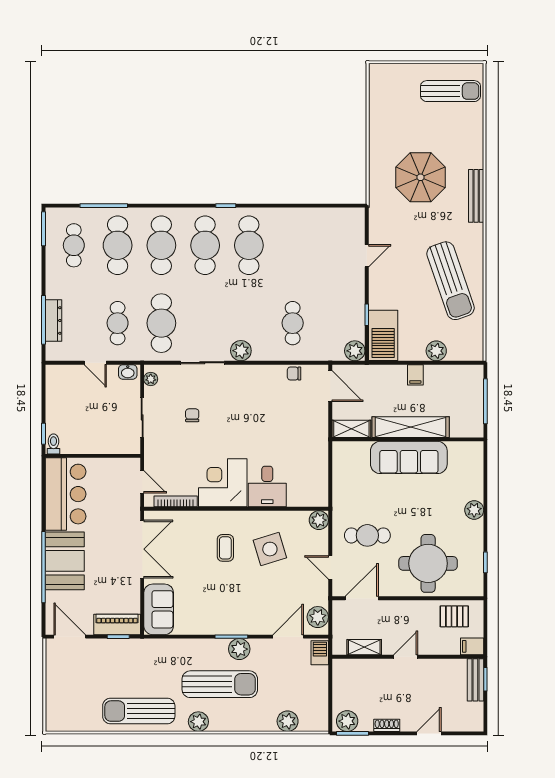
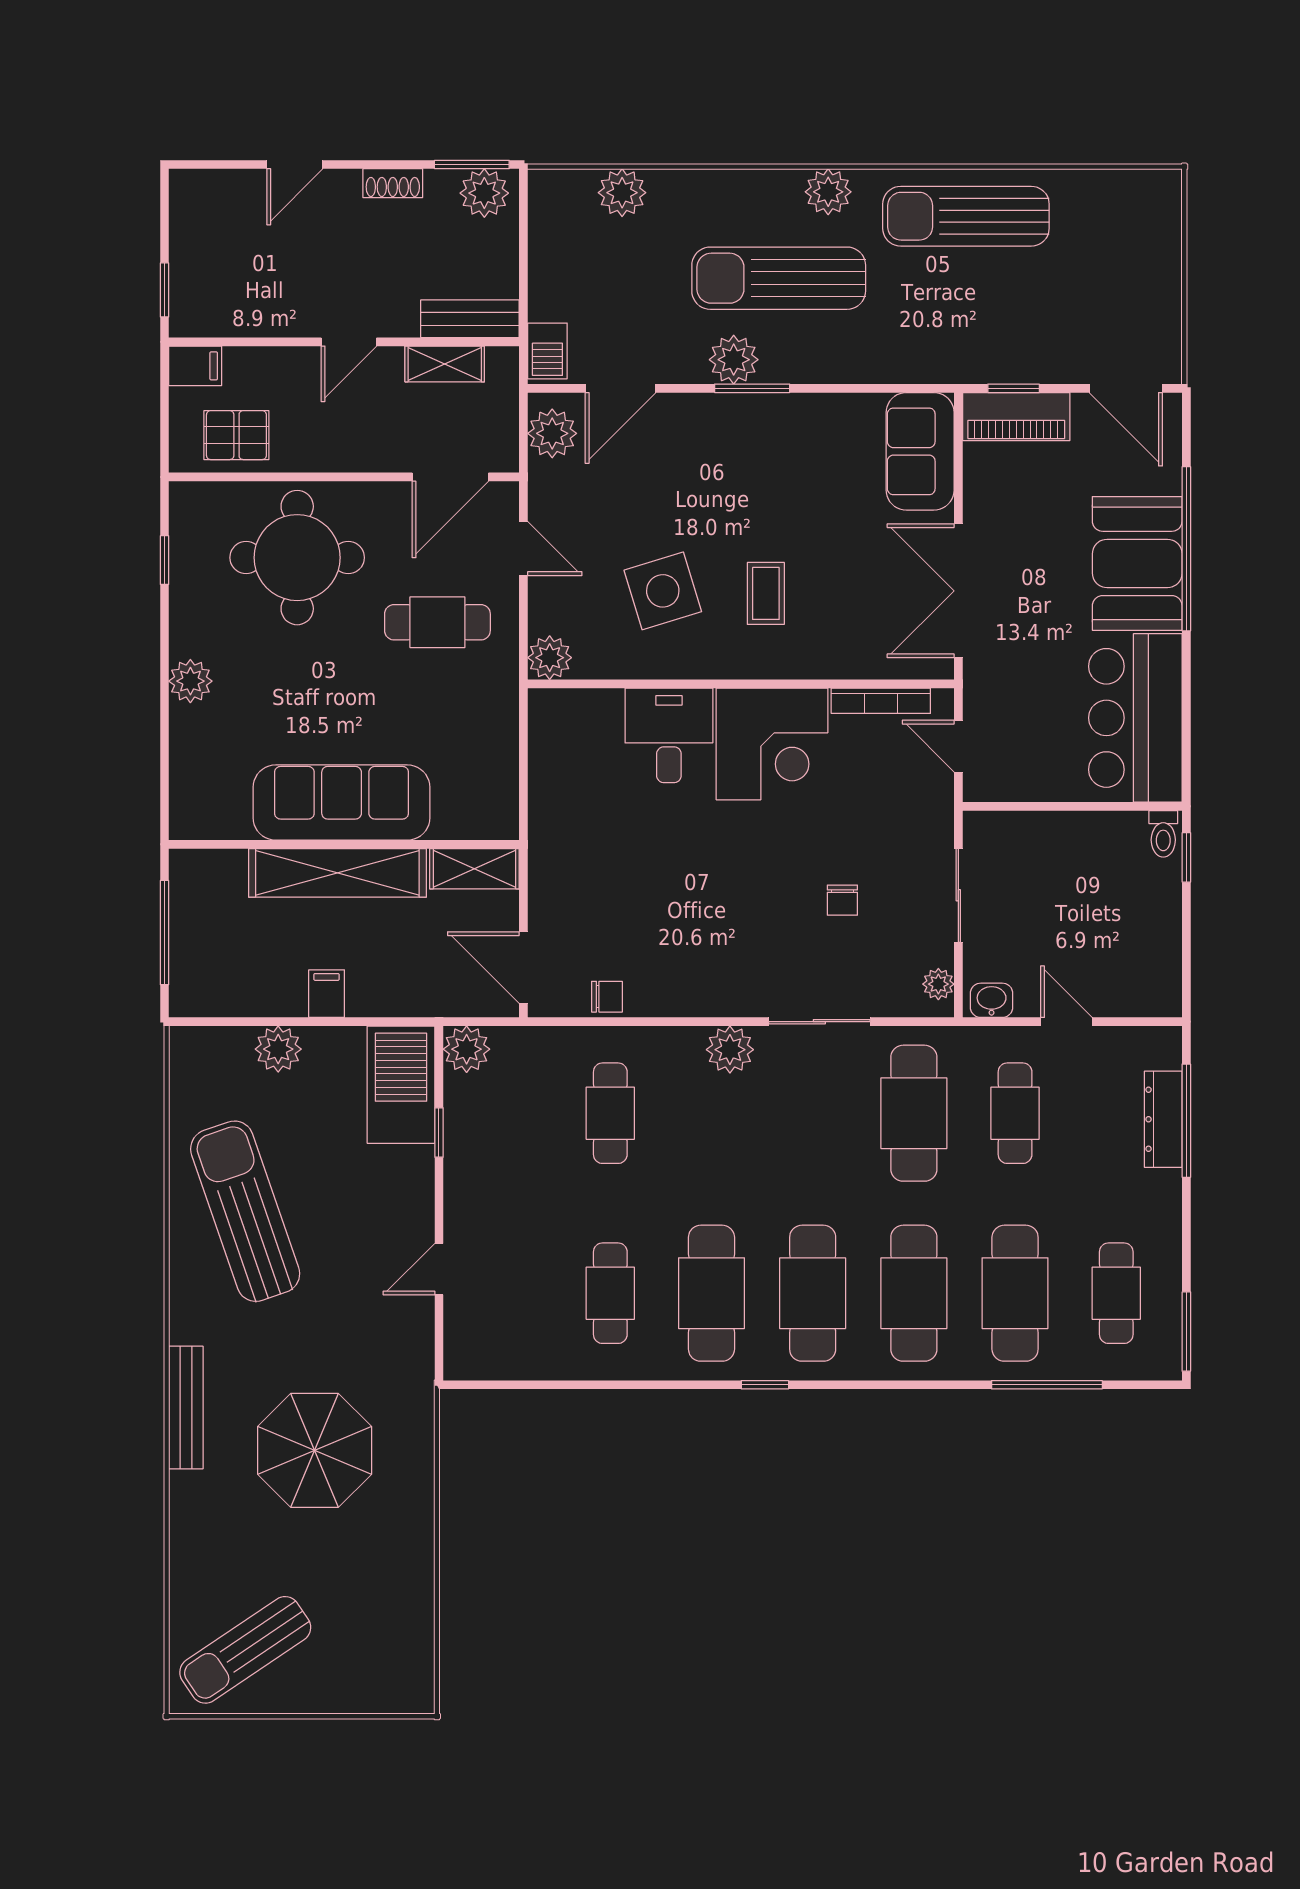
sun lounger: (450, 91) -> (245, 1650), turned -34
cafe table: (293, 245) -> (610, 1293), added
bench: (475, 680) -> (470, 319), moved, turned 90
sun lounger: (139, 711) -> (966, 216), turned 180

